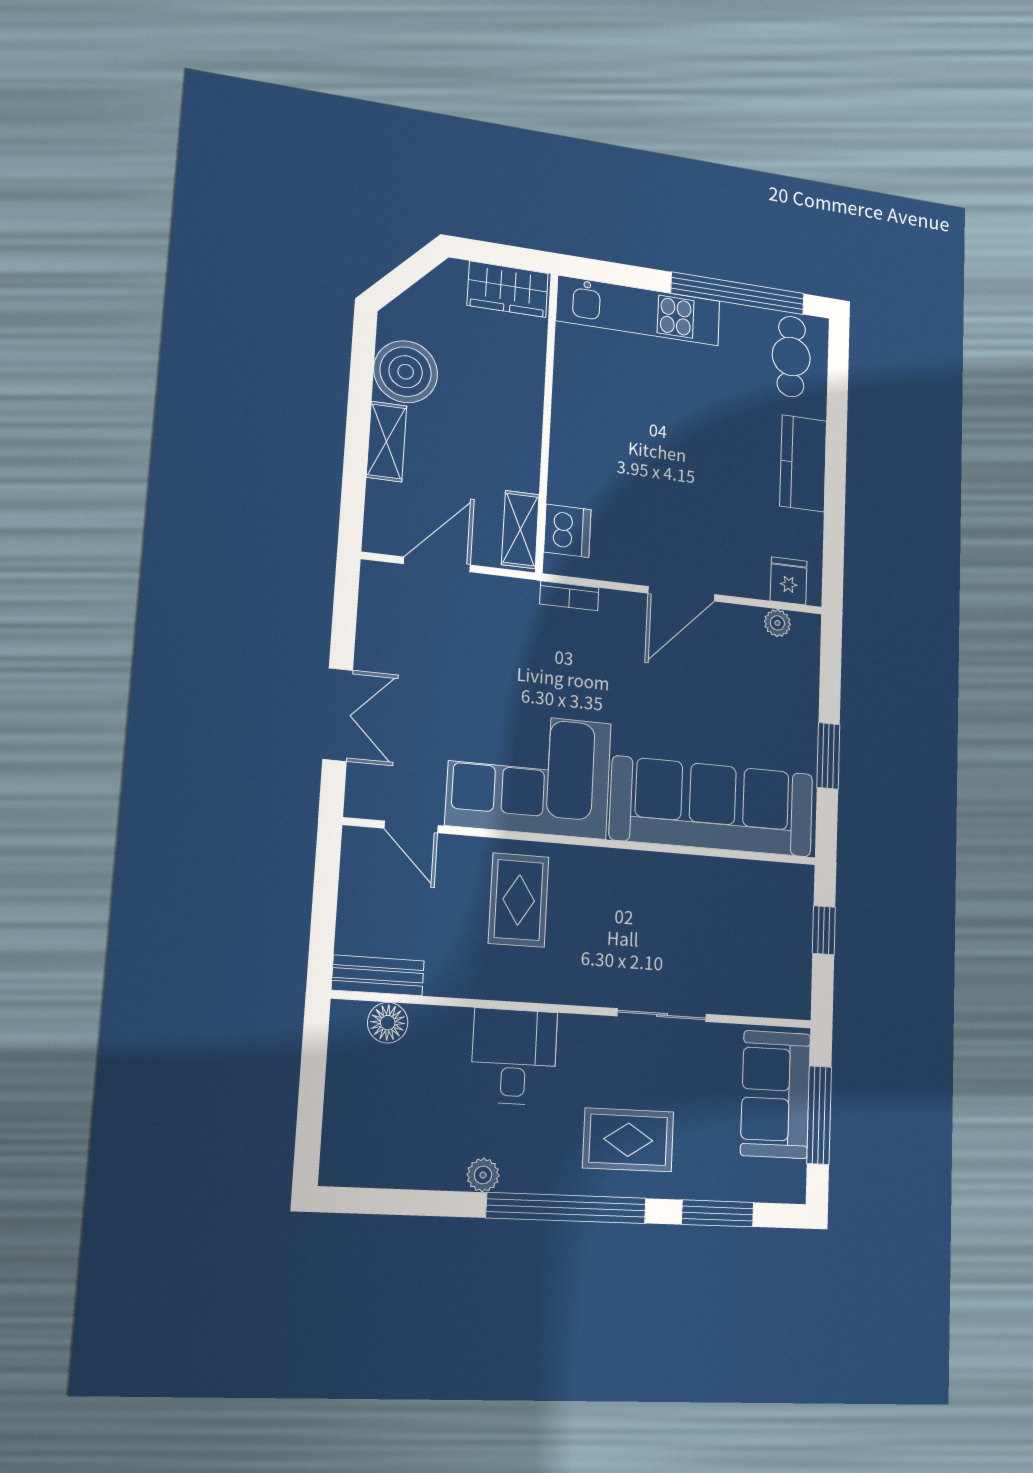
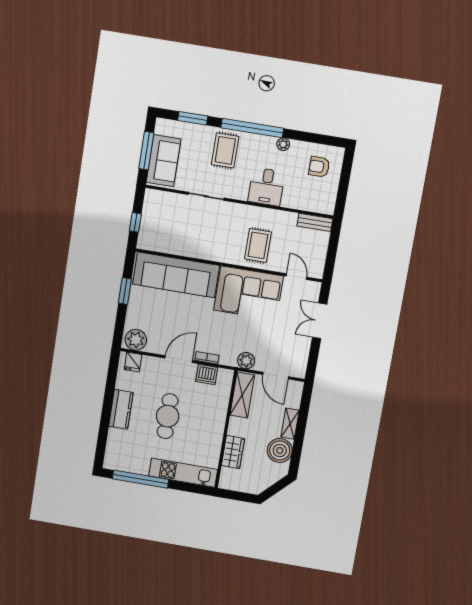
wardrobe: (508, 289) -> (233, 452), moved, turned 90
cafe table: (791, 357) -> (168, 416), moved, width x1.37, depth x1.35
shelving: (520, 530) -> (242, 395), width x1.50, depth x1.33
dishwasher: (567, 531) -> (207, 375), moved, turned -90
door: (437, 564) -> (276, 376), hinge flipped
bookcase: (569, 596) -> (207, 358), moved
plant: (516, 599) -> (246, 361), added
plant: (777, 623) -> (136, 340), width x1.87, depth x1.87
floor lamp: (388, 1023) -> (313, 205), removed
armchair: (383, 1126) -> (319, 167), added
rug: (628, 1140) -> (225, 150), turned 90

